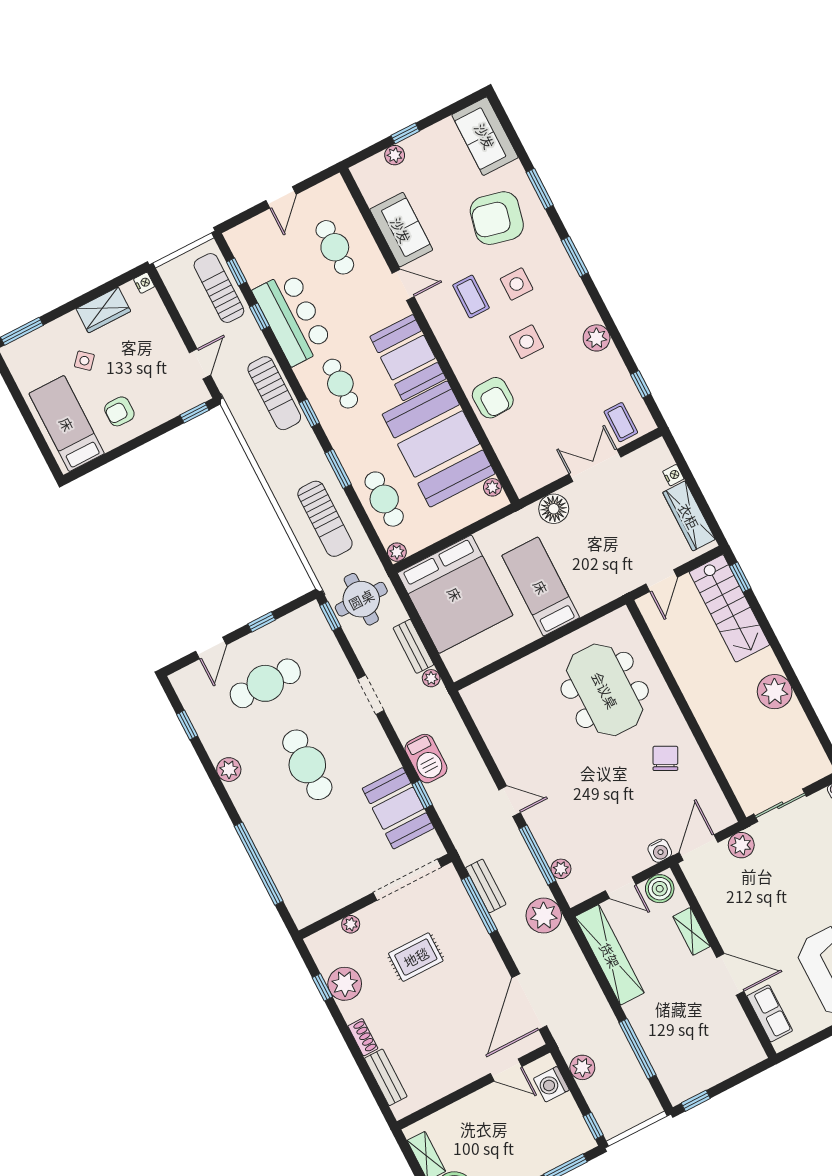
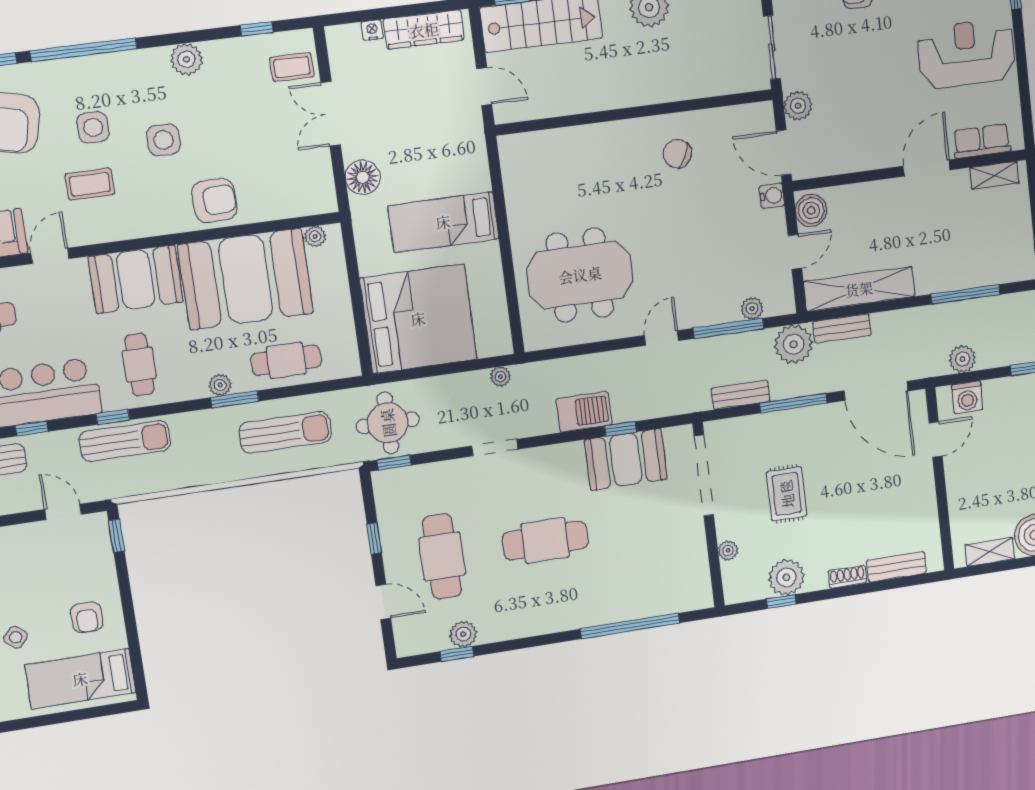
window: (575, 257) -> (84, 50), width x2.11
cafe table: (340, 384) -> (139, 364), turned 90
window: (309, 413) -> (113, 417), moved
plant: (397, 552) -> (220, 385), moved
bench: (413, 646) -> (842, 328), moved
meeting table: (605, 690) -> (580, 275), moved
plant: (229, 770) -> (463, 634), moved
window: (479, 905) -> (793, 403), moved
shelving: (692, 931) -> (994, 175), moved

